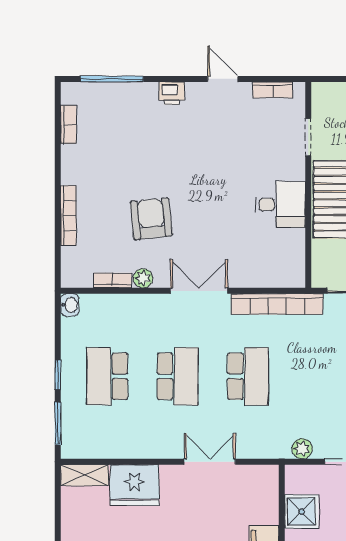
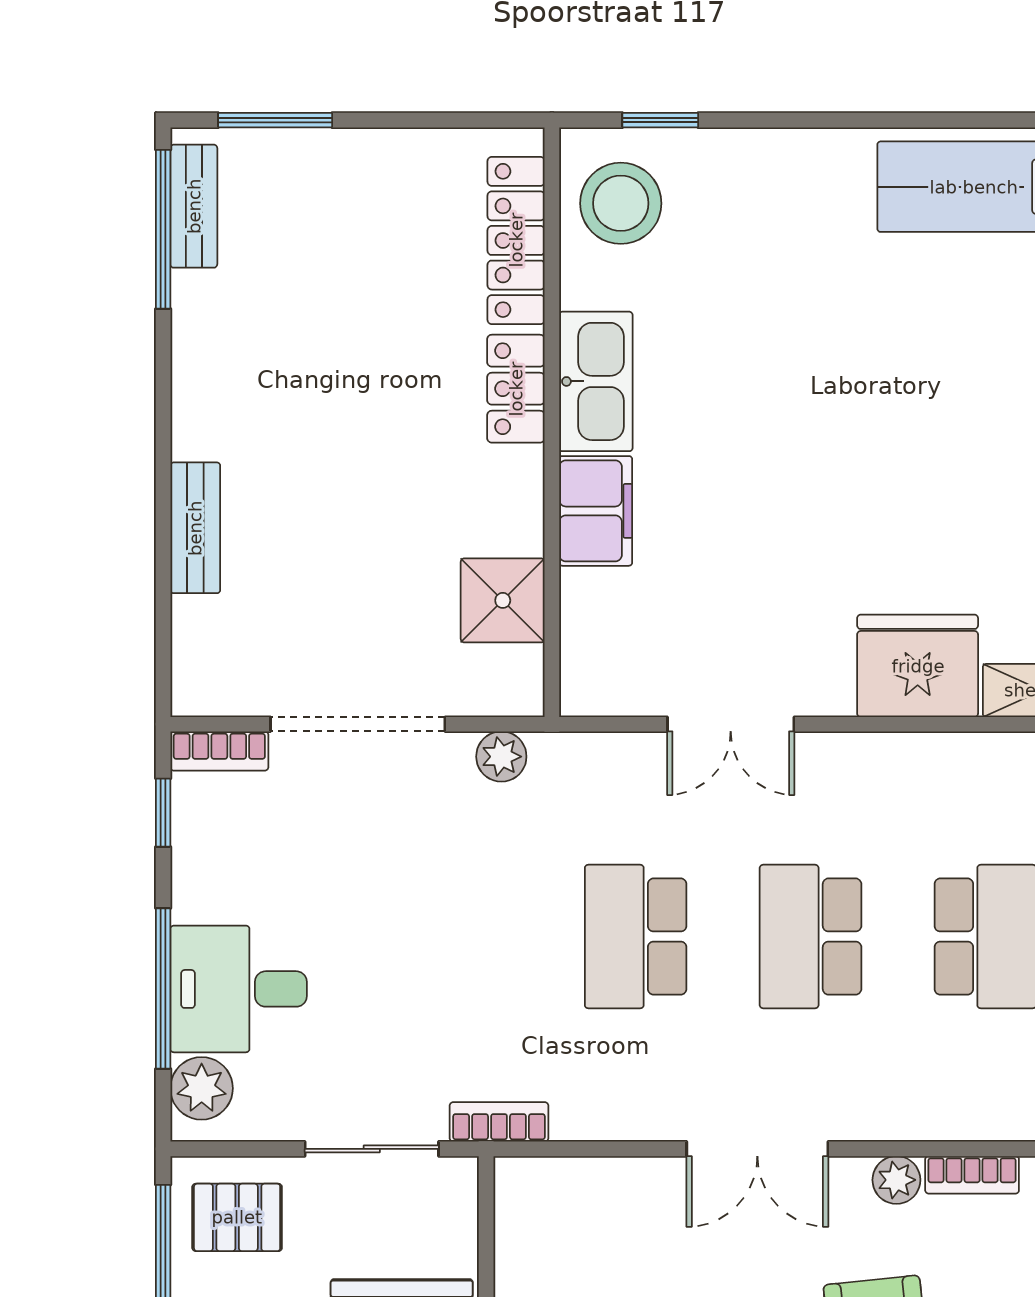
bookcase: (277, 304) -> (499, 1122), width x0.43, depth x0.76

